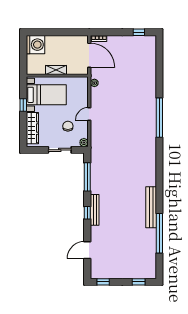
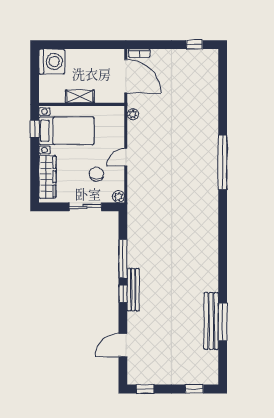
window: (23, 105) -> (35, 129), moved
window: (87, 177) -> (123, 259), moved
bench: (151, 207) -> (211, 321), moved
window: (159, 233) -> (223, 322), width x0.68

